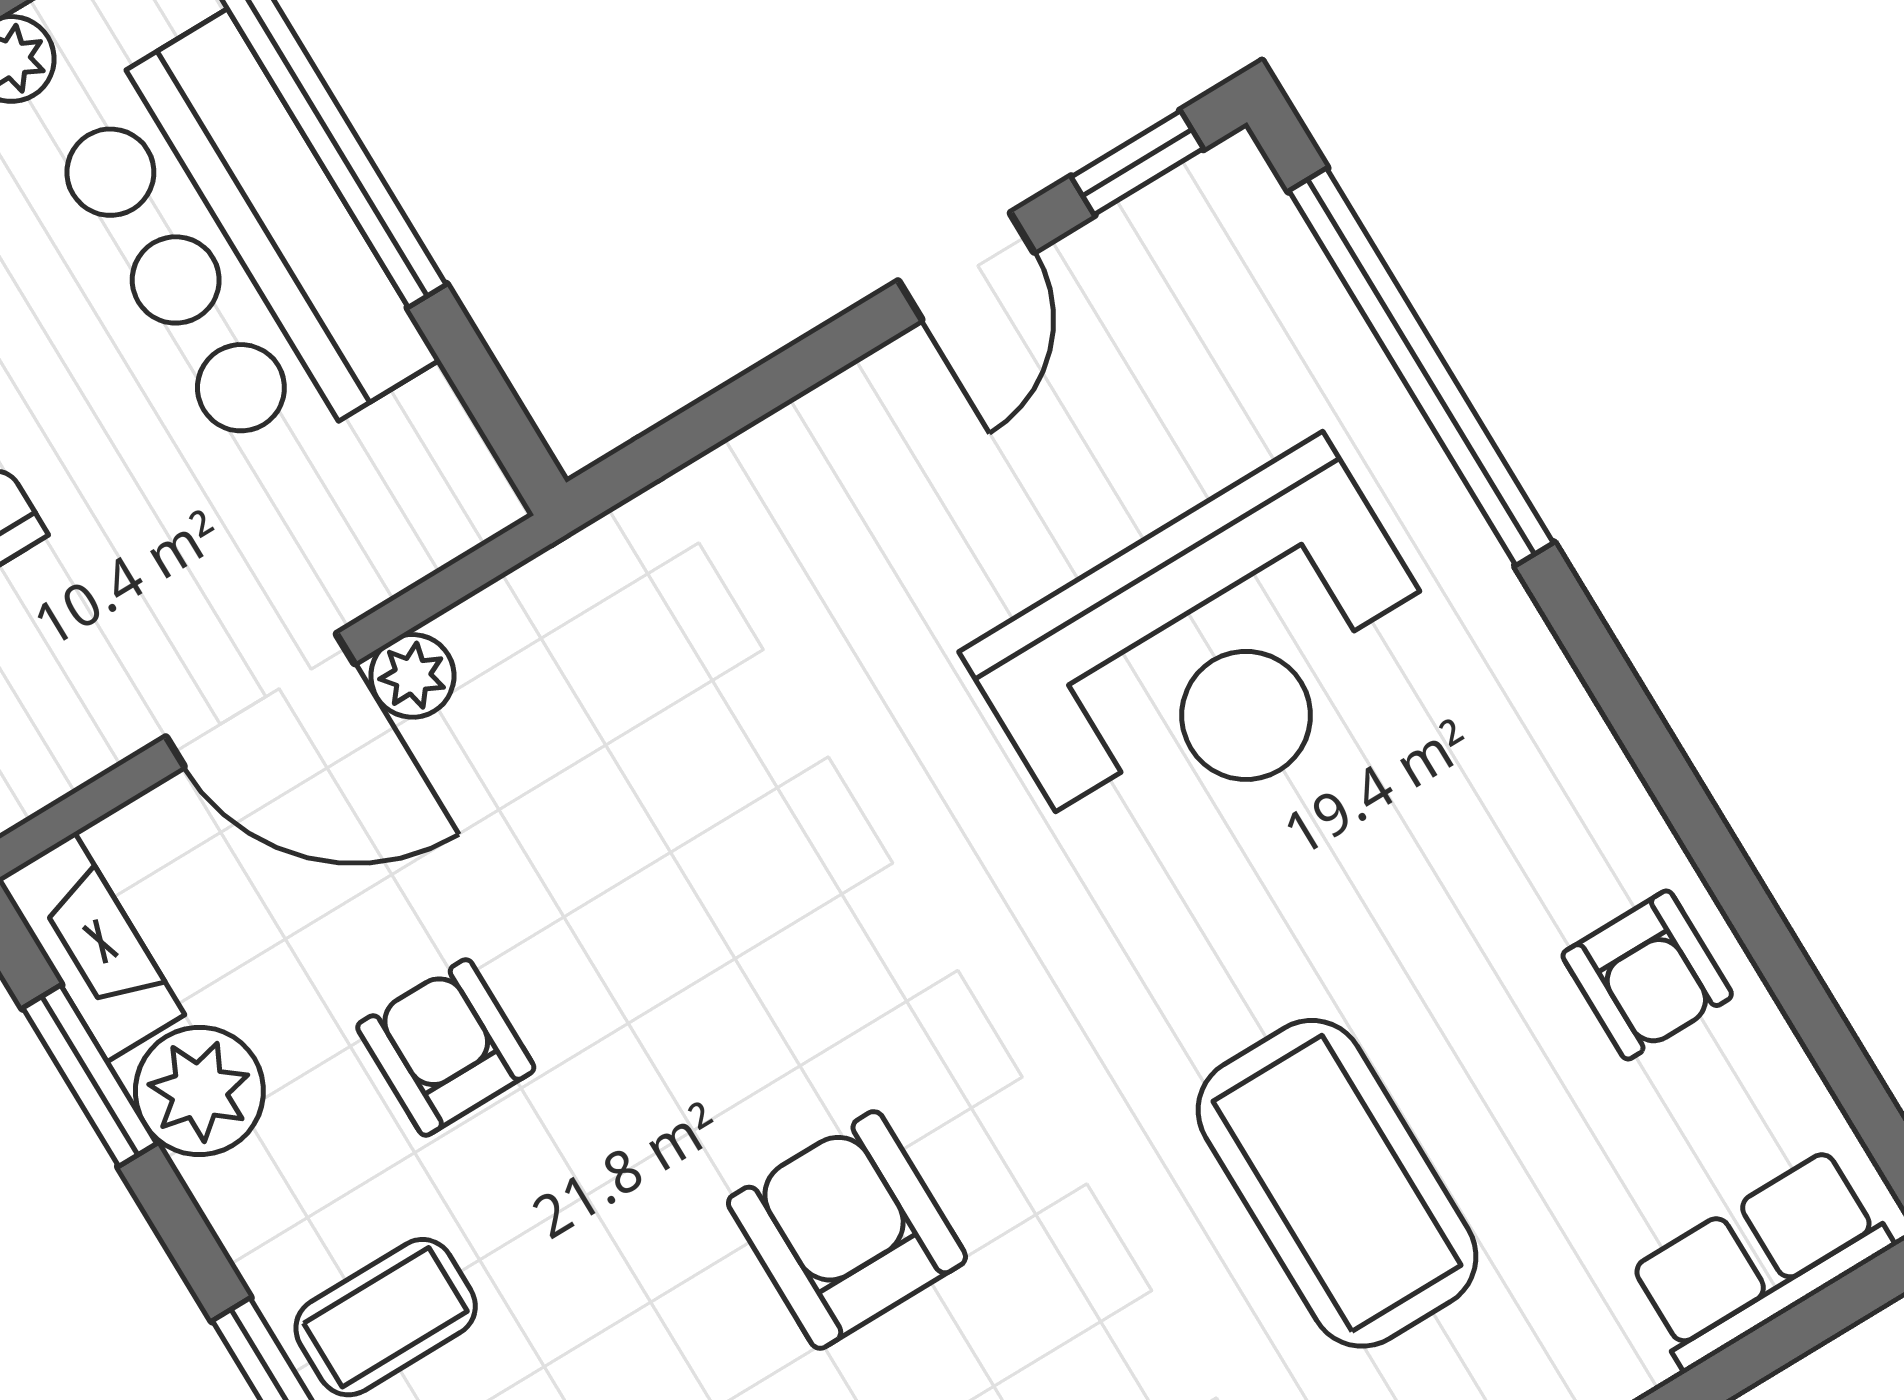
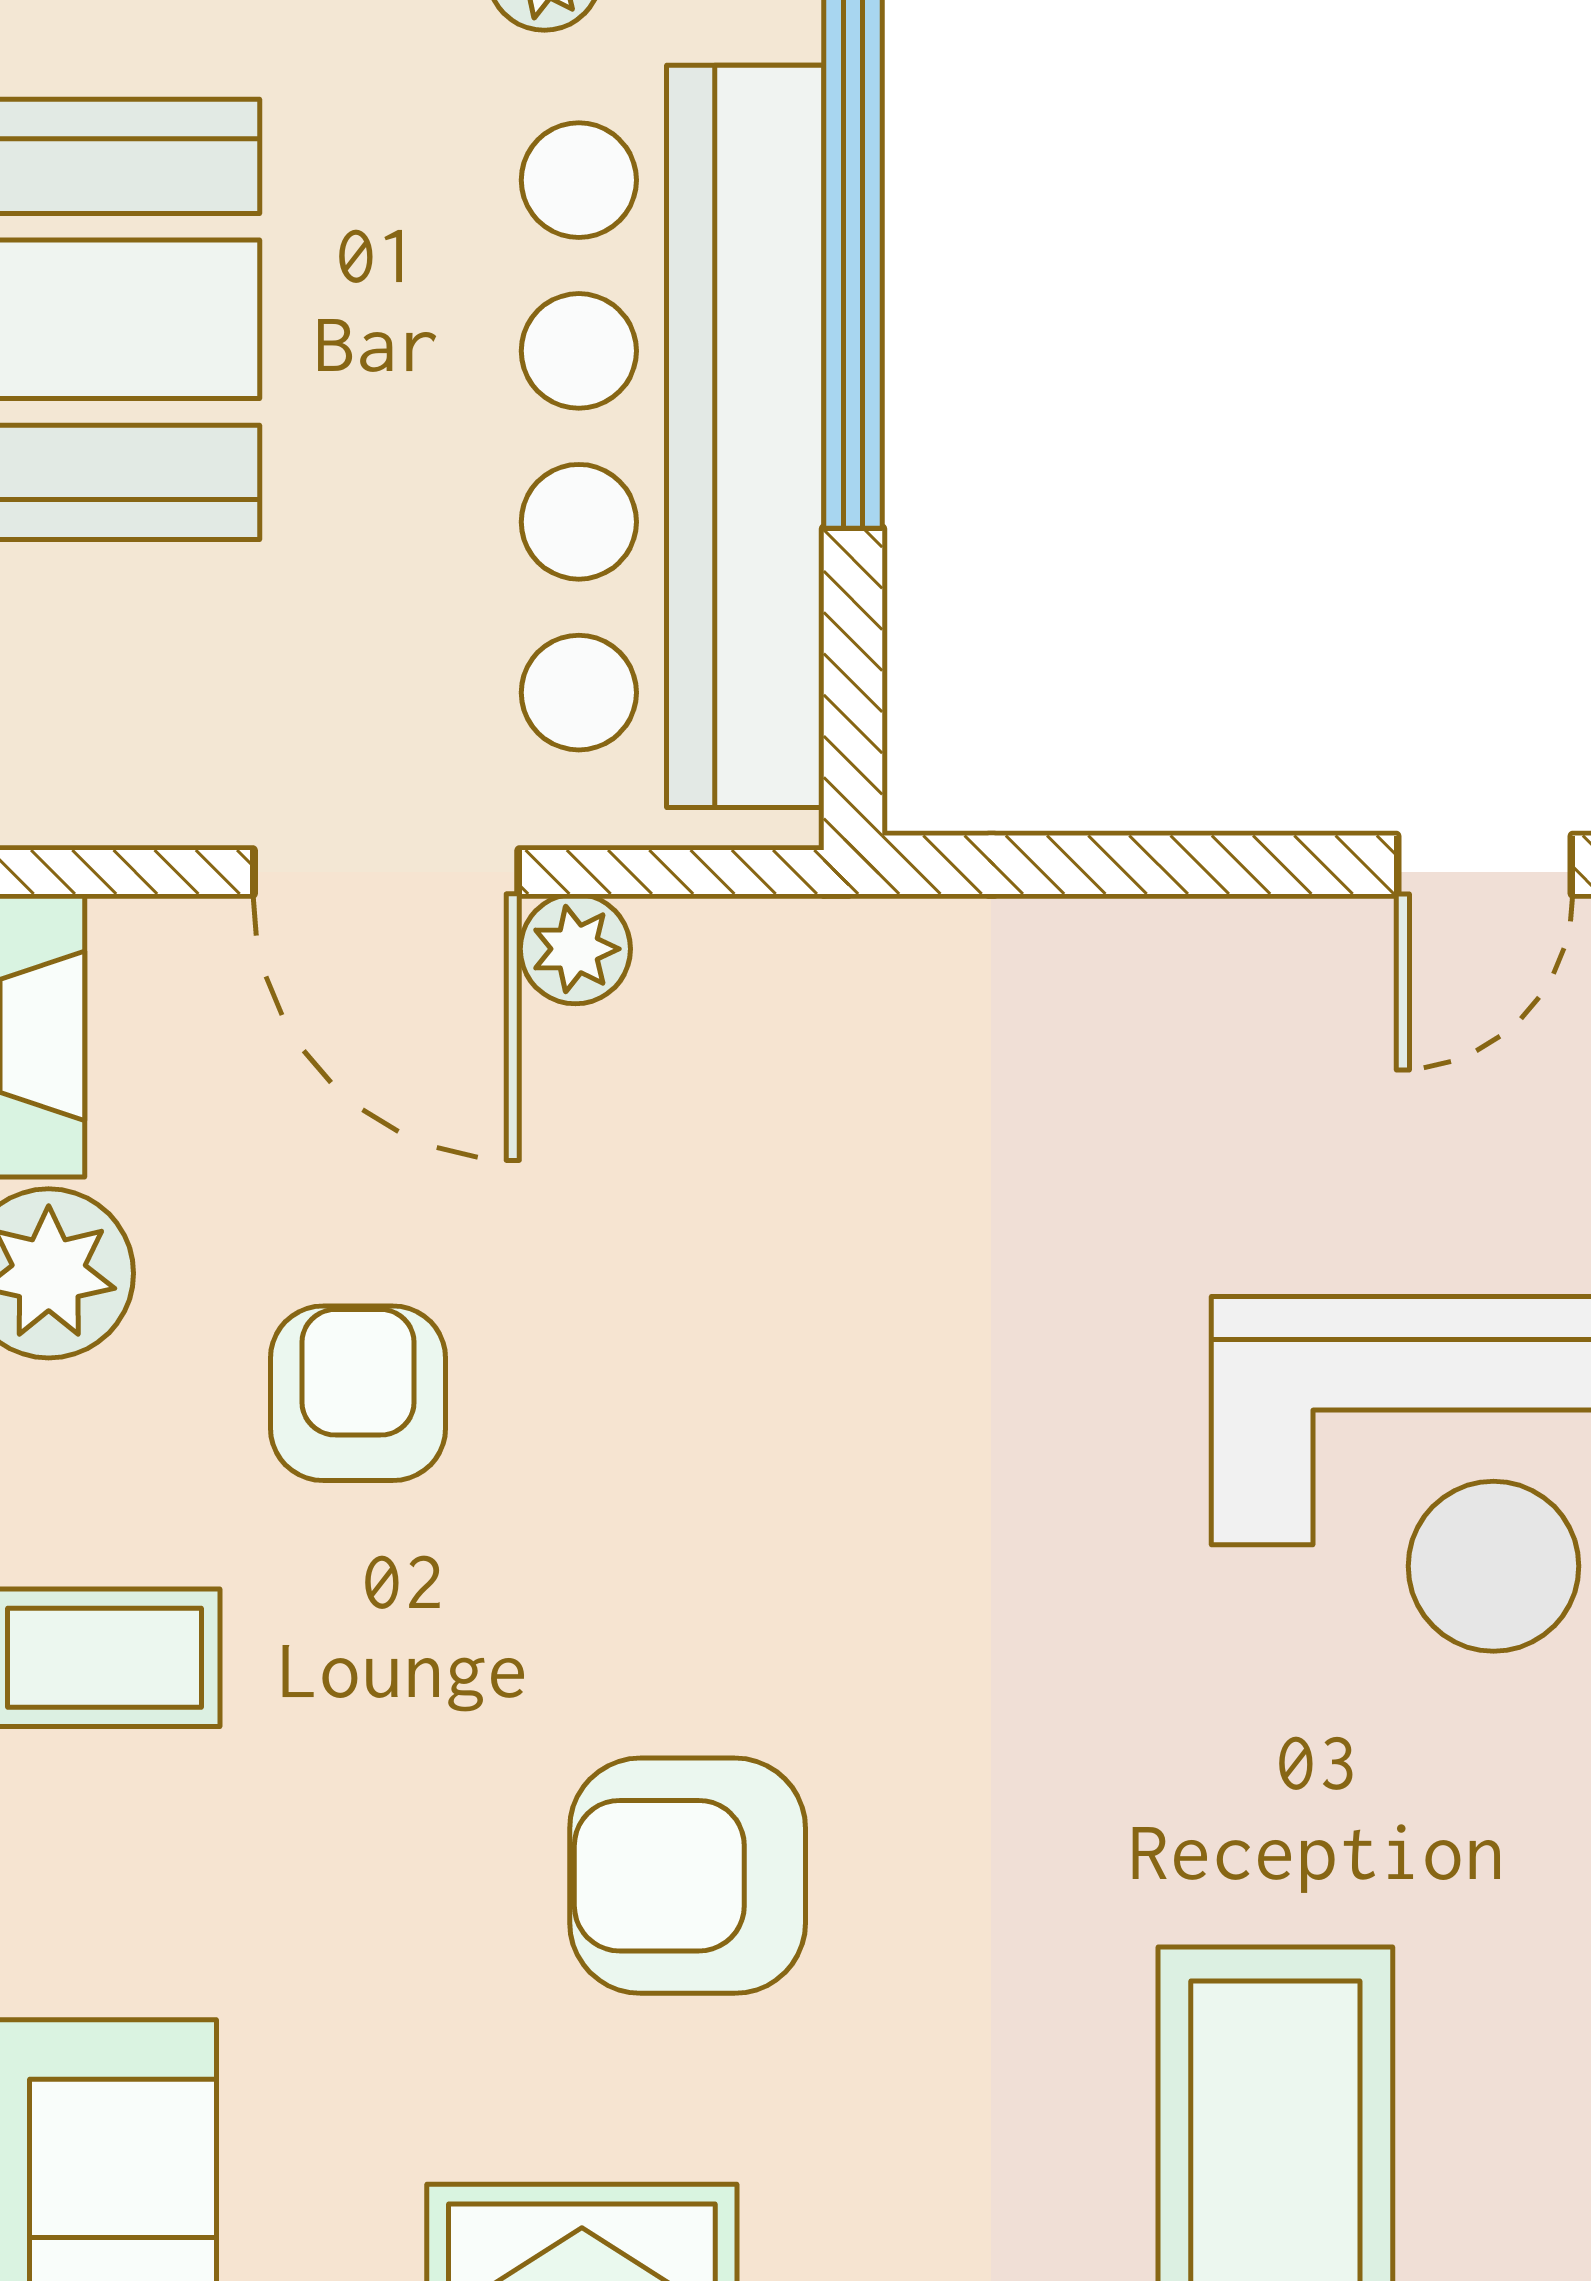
bar counter: (236, 243) -> (673, 436), width x1.36
armchair: (847, 1230) -> (688, 1876), turned -90

